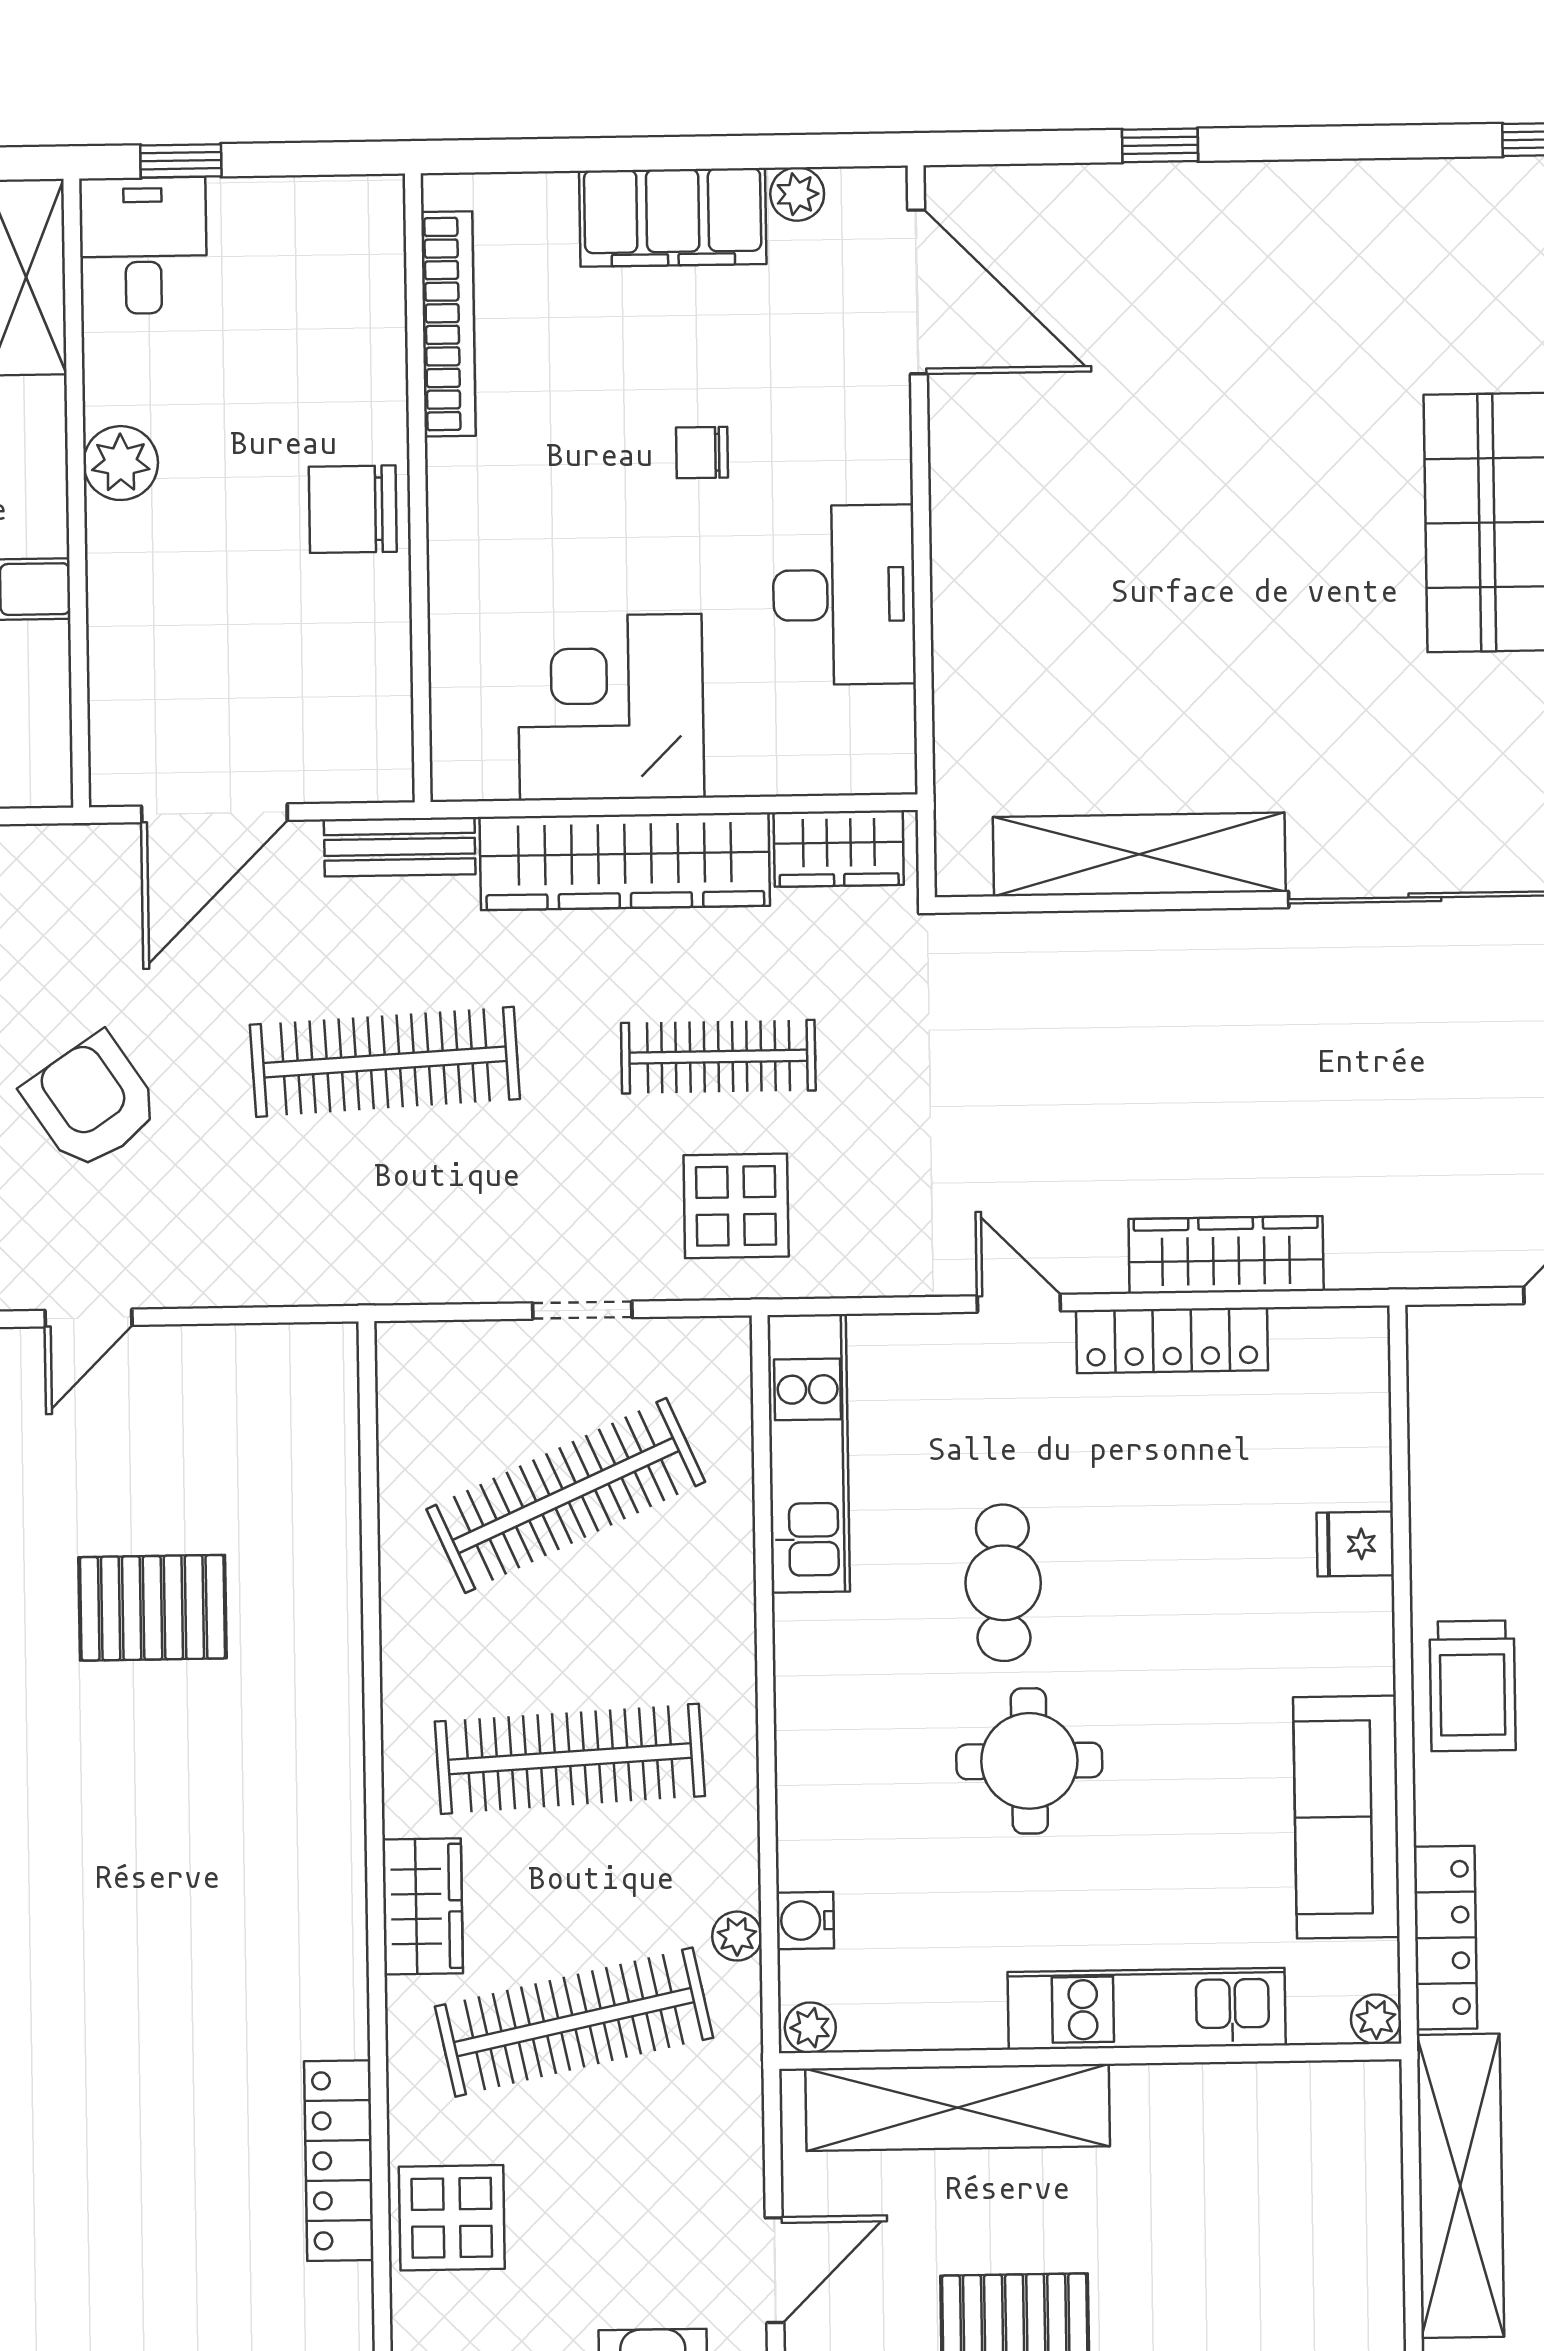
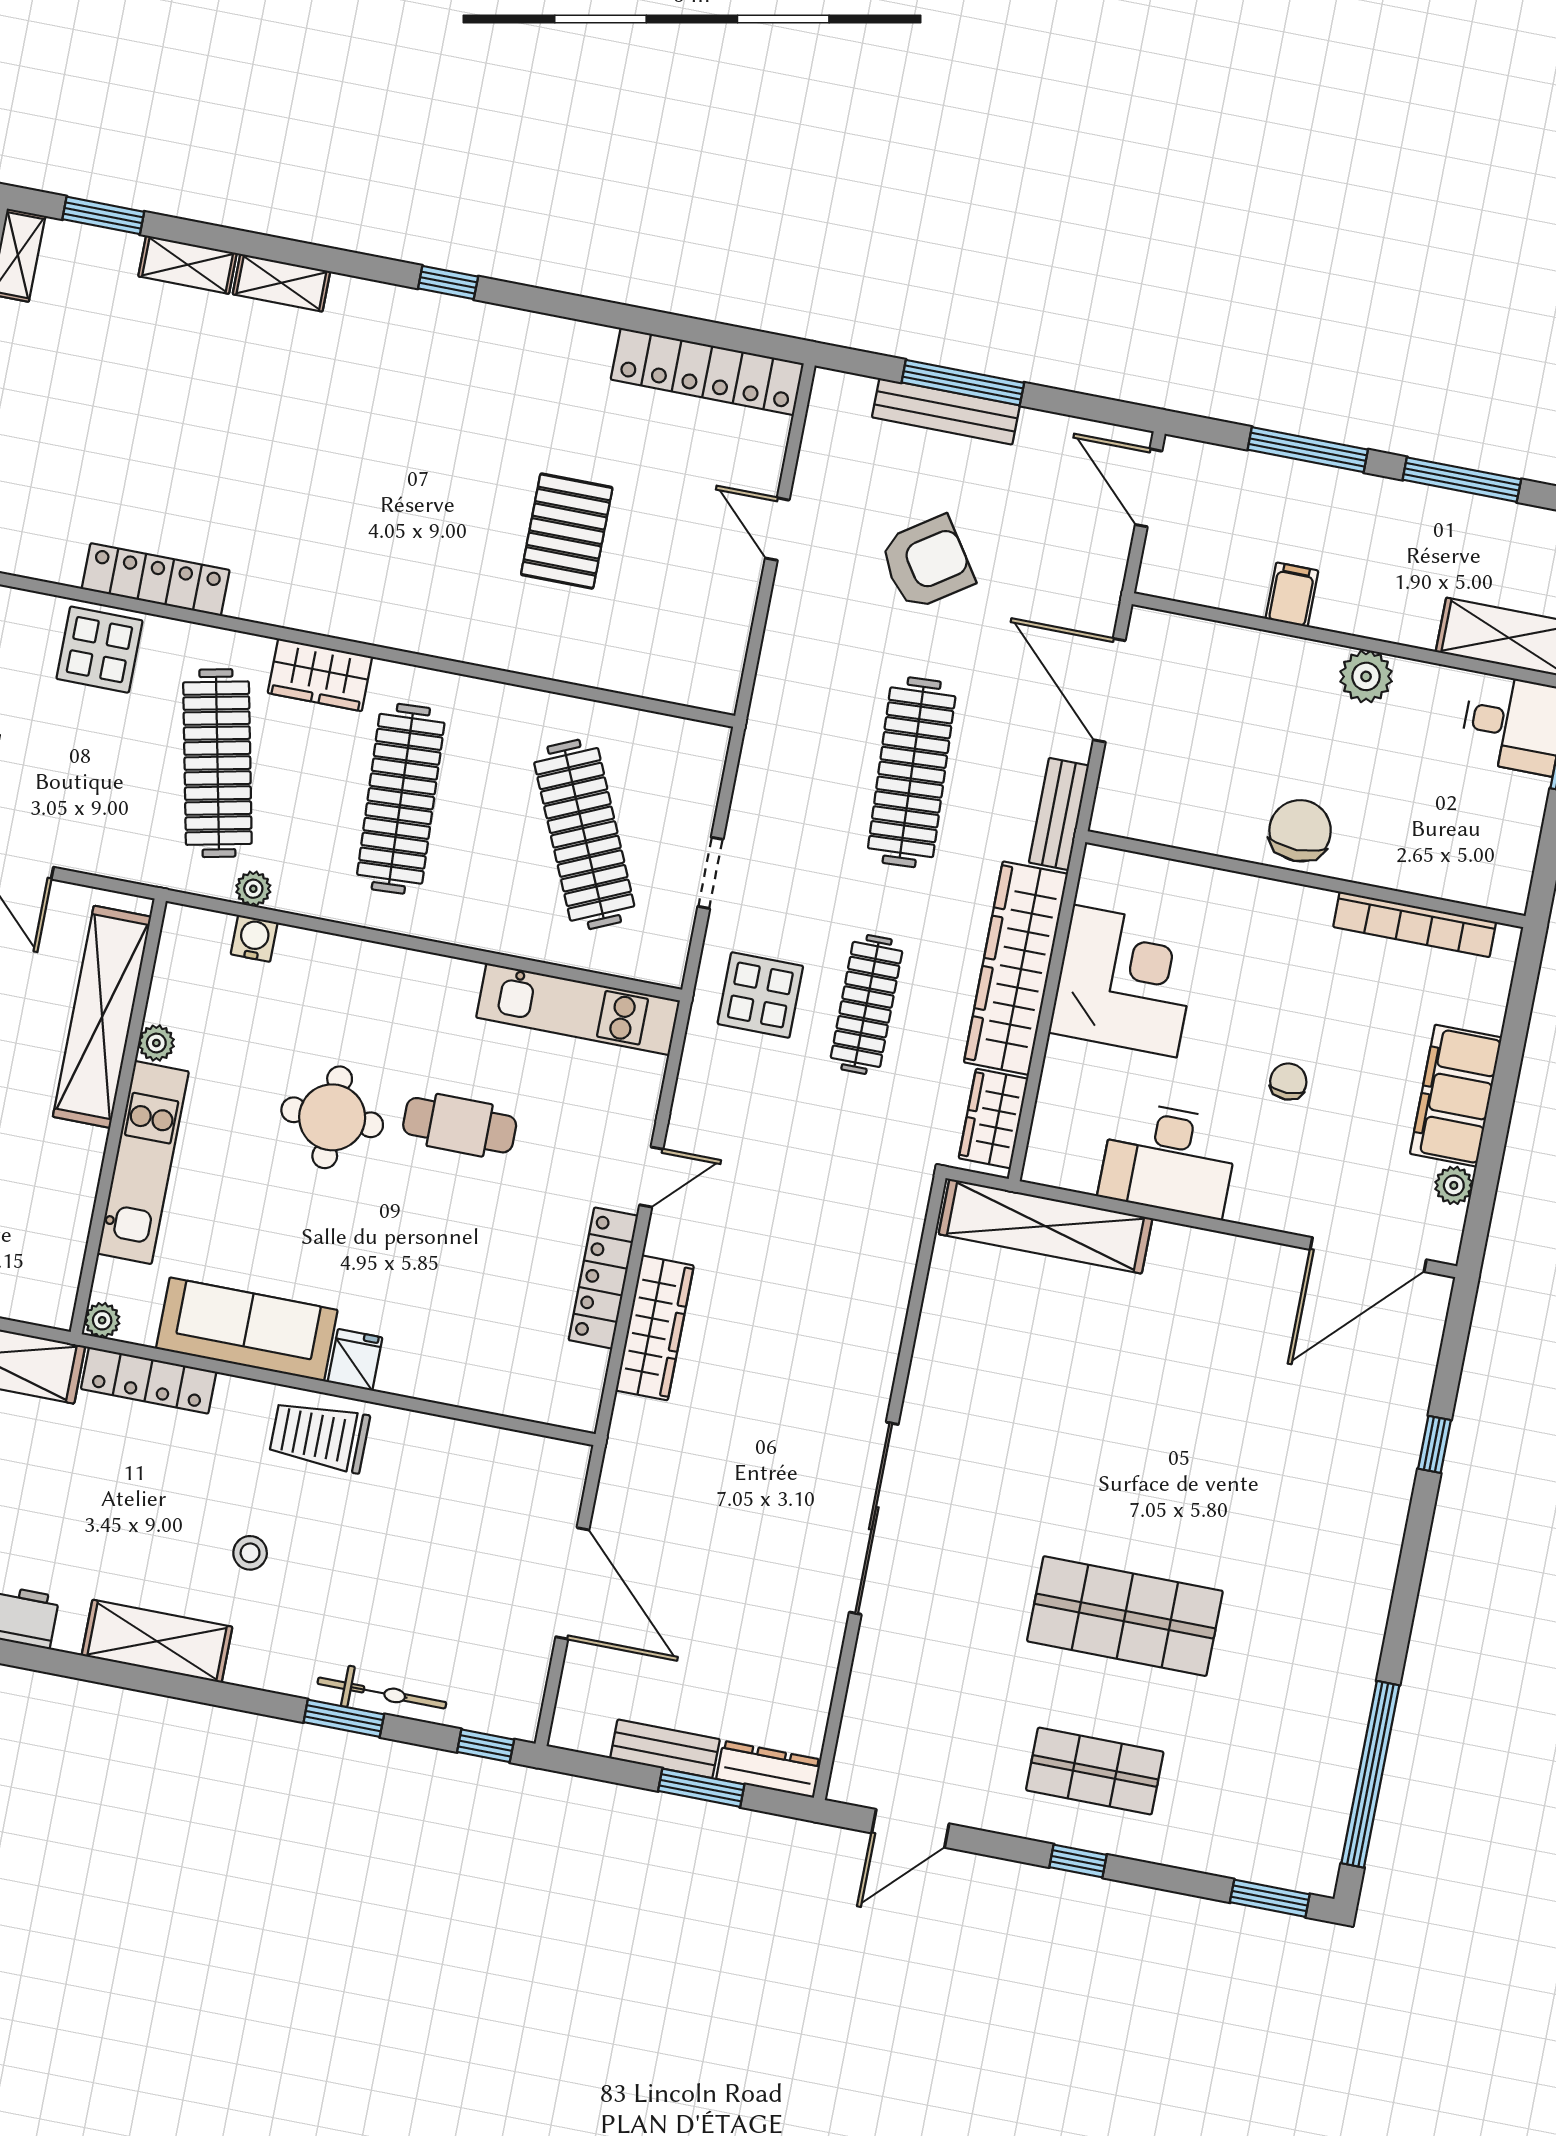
shelving: (1139, 854) -> (1046, 1226), moved, turned 90
fridge: (1355, 1544) -> (355, 1360), moved
plant: (810, 2028) -> (156, 1043), moved

